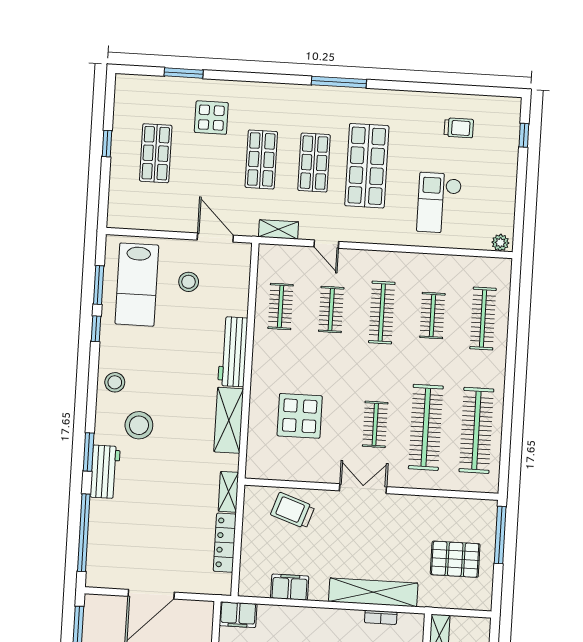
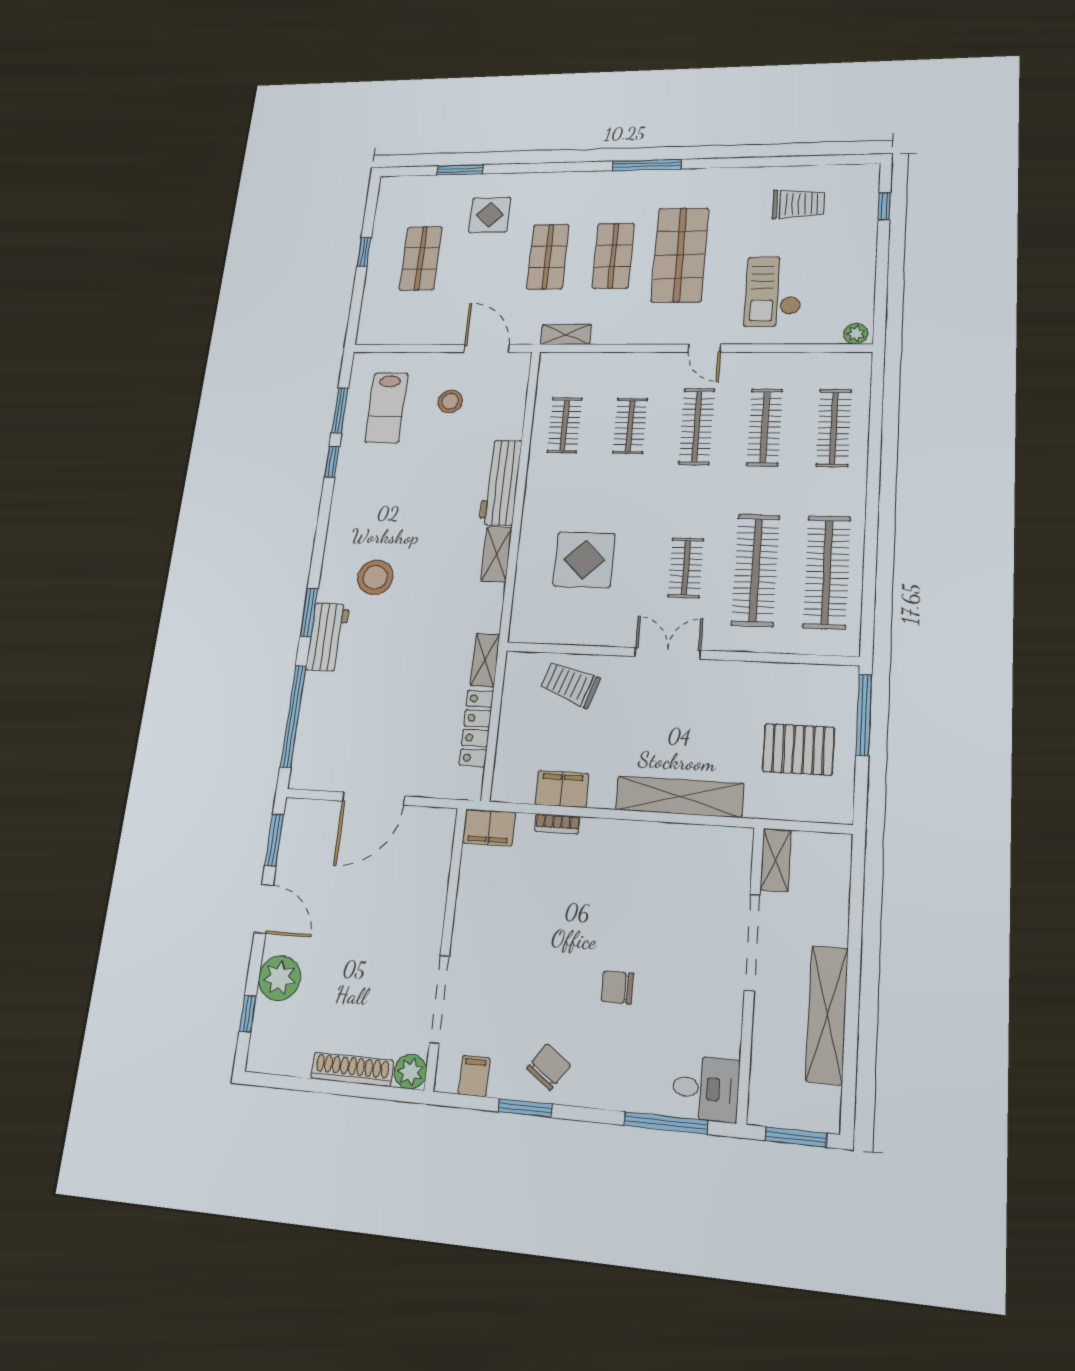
trolley: (459, 128) -> (798, 204), width x1.36, depth x1.39
door: (326, 244) -> (705, 348), moved
lab bench: (137, 285) -> (386, 408), width x0.73, depth x0.72
clothes rail: (432, 316) -> (765, 427), width x1.36
stool: (115, 382) -> (349, 525), removed
shelving: (229, 420) -> (496, 554), width x0.67, depth x0.75
bookcase: (381, 617) -> (557, 824), moved

